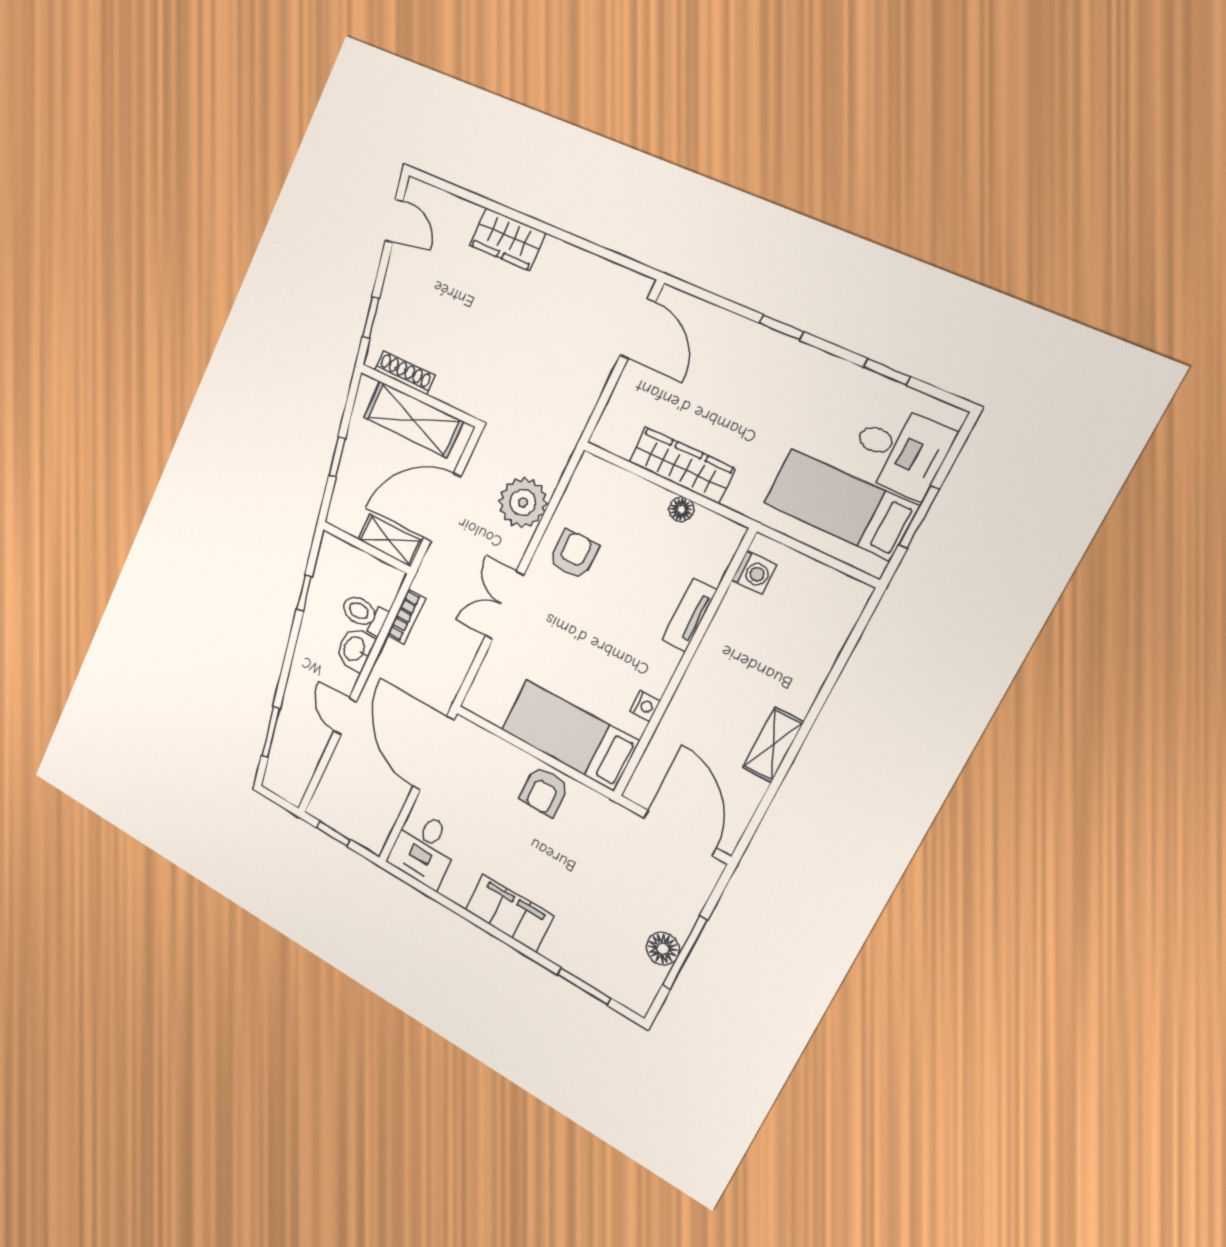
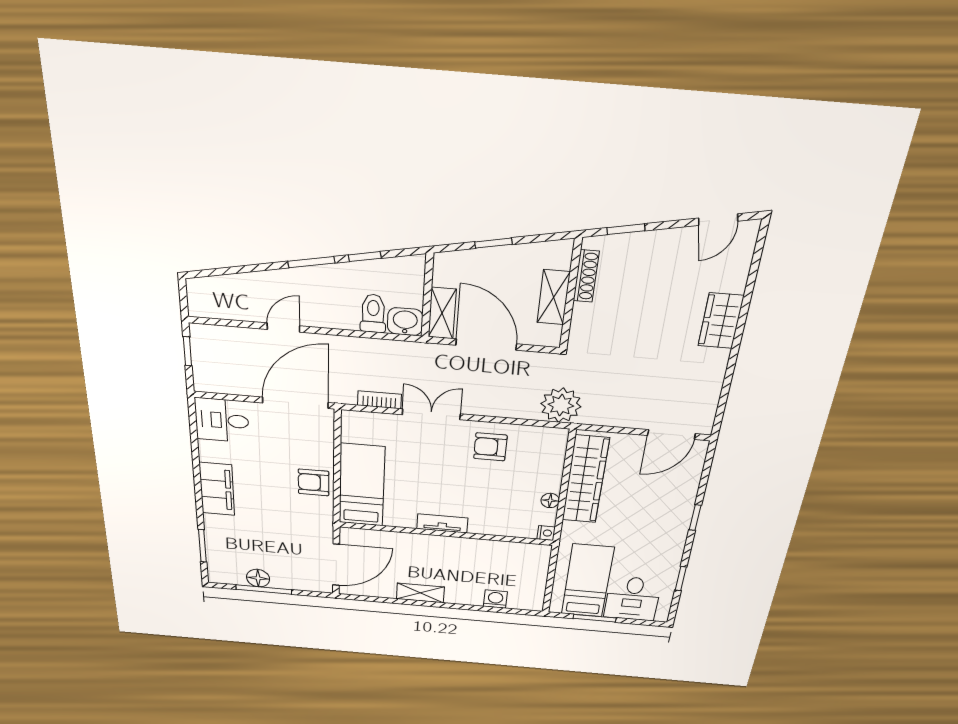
shelving: (413, 419) -> (554, 297), width x0.67, depth x0.75
wardrobe: (682, 465) -> (585, 480), width x1.40, depth x1.17
plant: (523, 502) -> (561, 405), moved
armchair: (574, 554) -> (490, 447), turned 180
washing machine: (754, 573) -> (495, 599), moved, turned 180
tv unit: (689, 615) -> (442, 523), moved
bookcase: (406, 617) -> (379, 400), moved, turned 180
washbasin: (355, 649) -> (405, 322), moved
nightstand: (645, 706) -> (546, 533), moved, turned -90
window: (271, 732) -> (311, 262), moved

